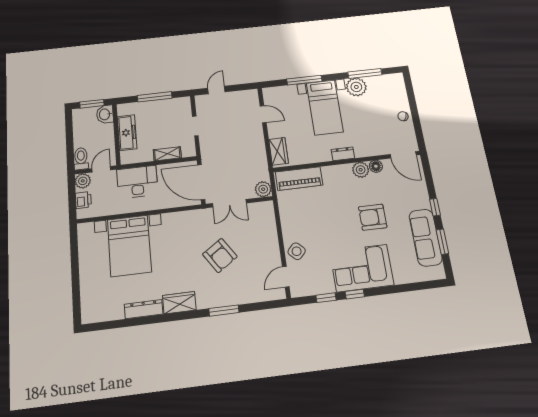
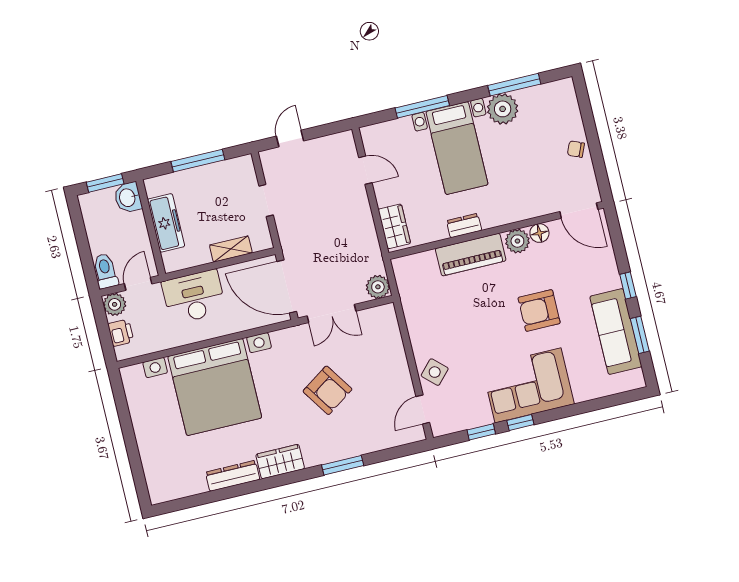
dresser: (343, 154) -> (464, 226), moved
piano: (299, 178) -> (471, 255), moved
bed with nightstands: (129, 246) -> (215, 387), width x1.36

